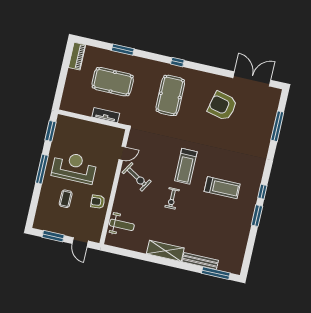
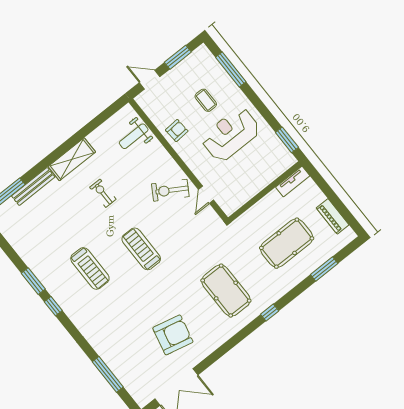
window: (123, 50) -> (324, 269), moved
piano: (77, 56) -> (333, 216), moved
window: (177, 62) -> (270, 313), moved
tv unit: (106, 115) -> (293, 181), moved
reception desk: (74, 167) -> (231, 134), turned 180
window: (42, 169) -> (231, 70), moved
treadmill: (222, 188) -> (90, 268), turned -90
exercise bike: (172, 198) -> (103, 193), moved

